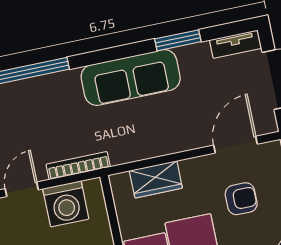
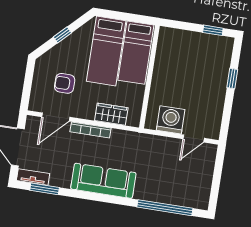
window: (178, 40) -> (45, 189), moved
bookcase: (78, 166) -> (90, 130), moved

